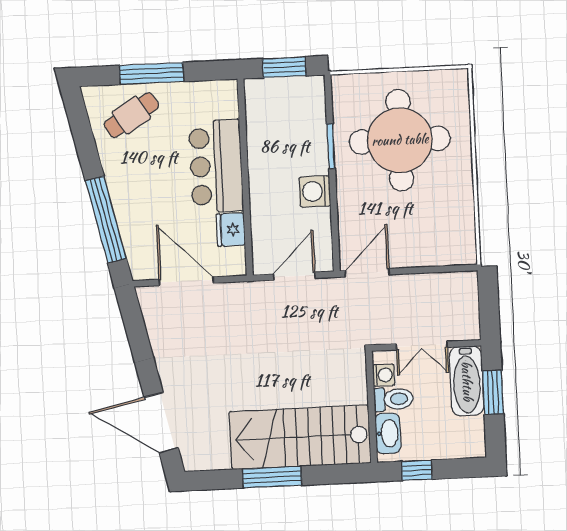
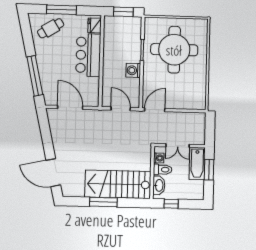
fridge: (231, 230) -> (95, 25), moved
door: (294, 276) -> (121, 109), hinge flipped

